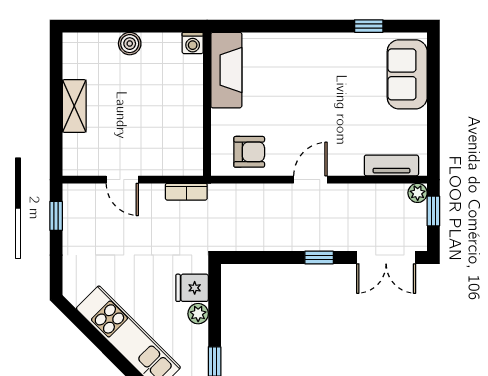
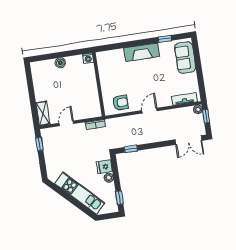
fireplace: (226, 70) -> (142, 52), moved, turned 90
shelving: (74, 106) -> (43, 113), moved
door: (122, 180) -> (66, 123), swing flipped
window: (319, 258) -> (131, 149), moved

